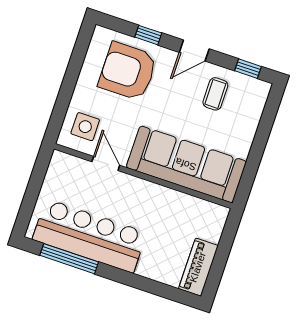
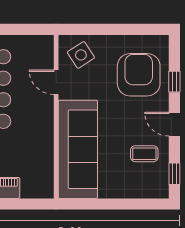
side table: (85, 127) -> (81, 55), turned -33
door: (106, 164) -> (56, 82), swing flipped

